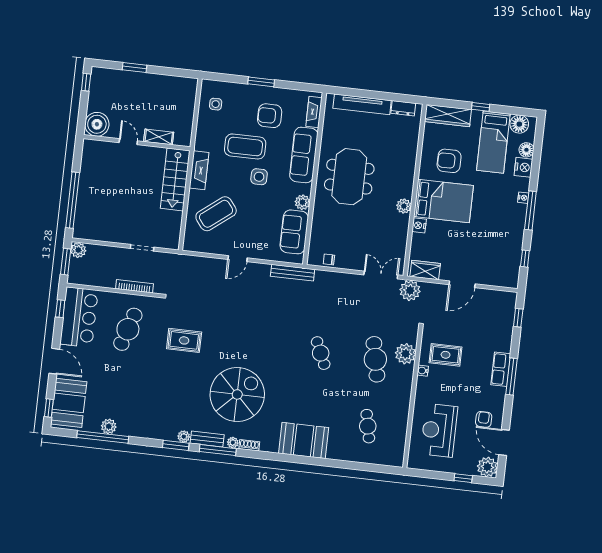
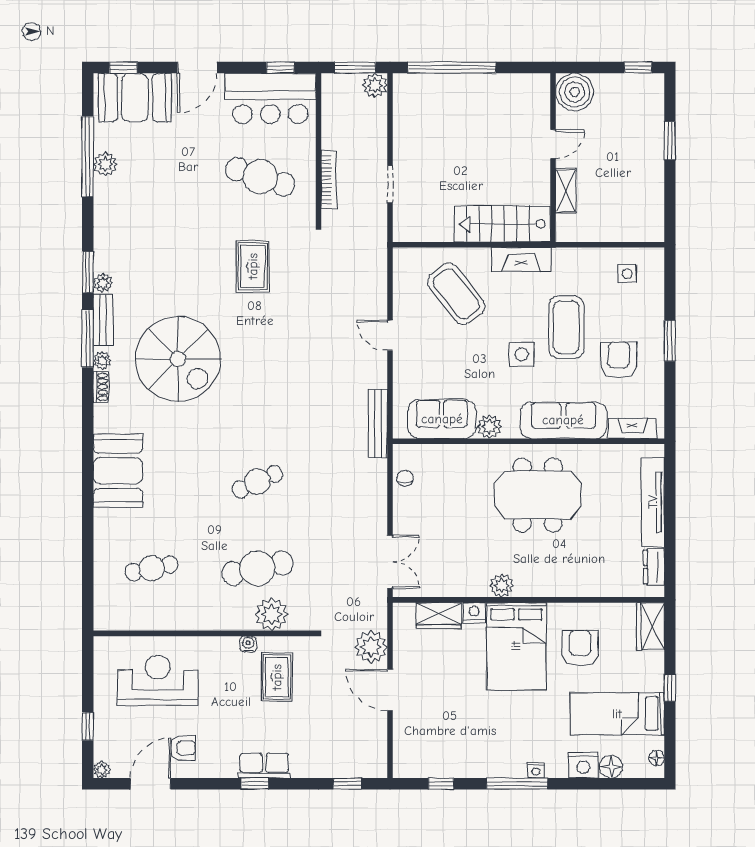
wardrobe: (448, 116) -> (651, 626), width x0.67
floor lamp: (519, 124) -> (657, 758), width x0.53, depth x0.53
wardrobe: (425, 270) -> (439, 616), moved, turned 90
plant: (410, 290) -> (371, 647), moved
window: (512, 377) -> (255, 784), width x0.46
plant: (487, 467) -> (102, 770), width x0.53, depth x0.53

